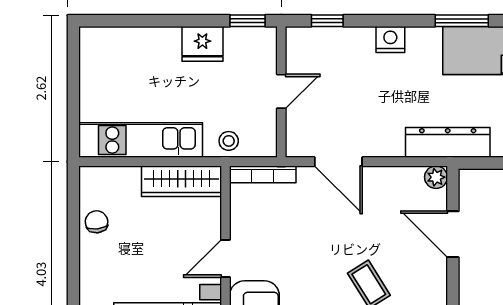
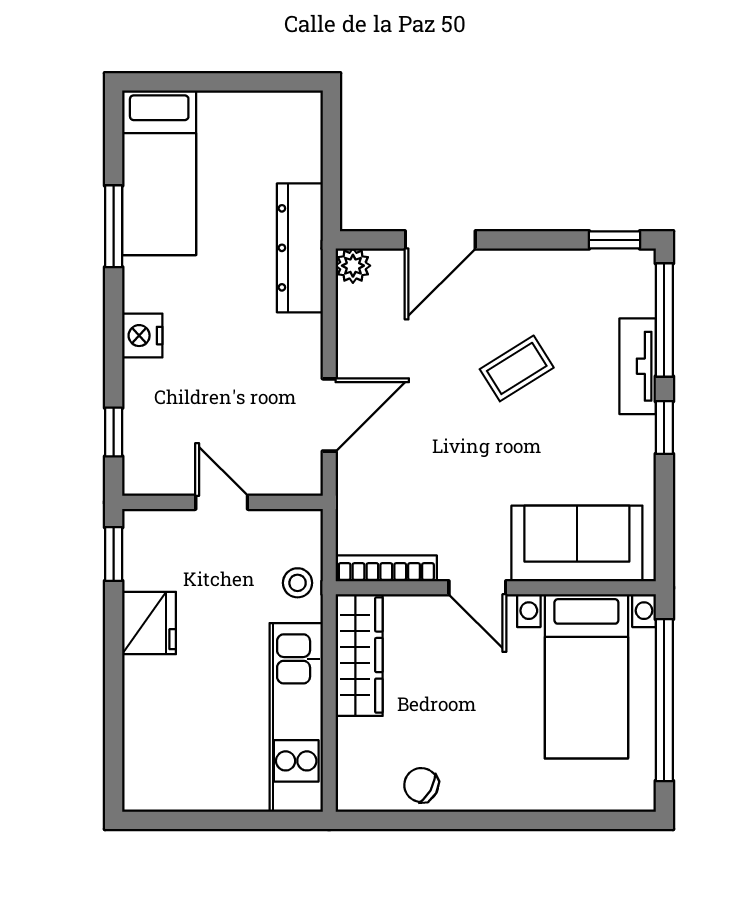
bookcase: (263, 174) -> (386, 568), moved, turned -90
chair: (97, 222) -> (421, 785), turned 36

